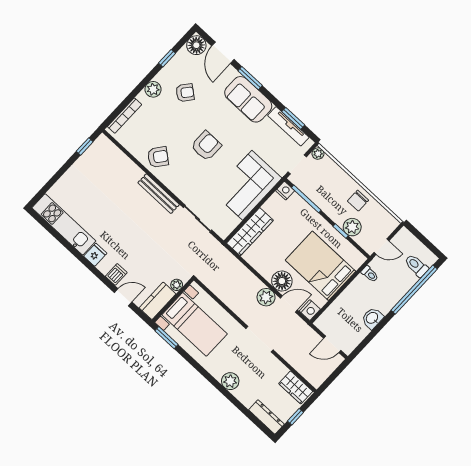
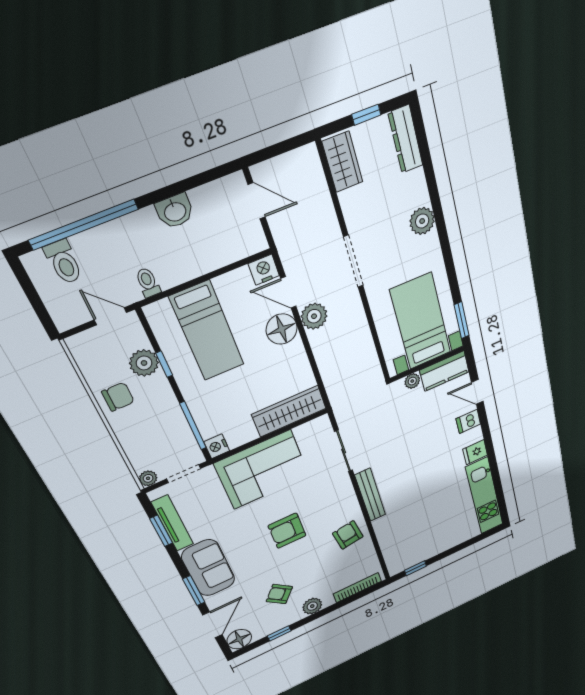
armchair: (158, 157) -> (348, 535), turned 43
bed: (320, 266) -> (207, 331), width x0.67

